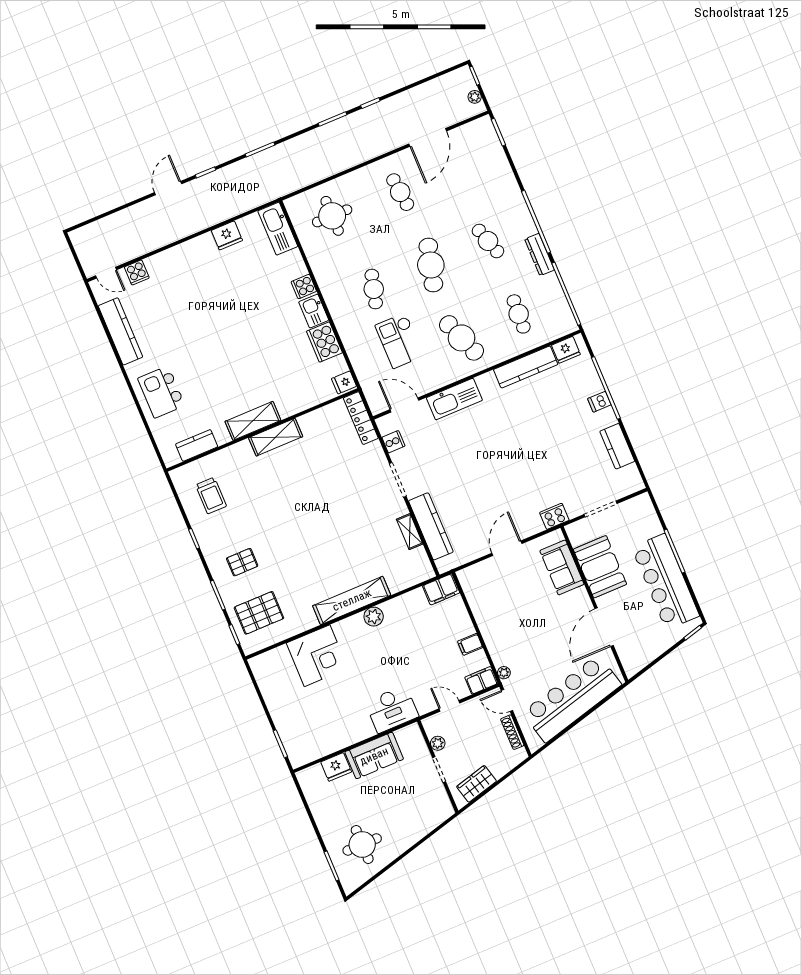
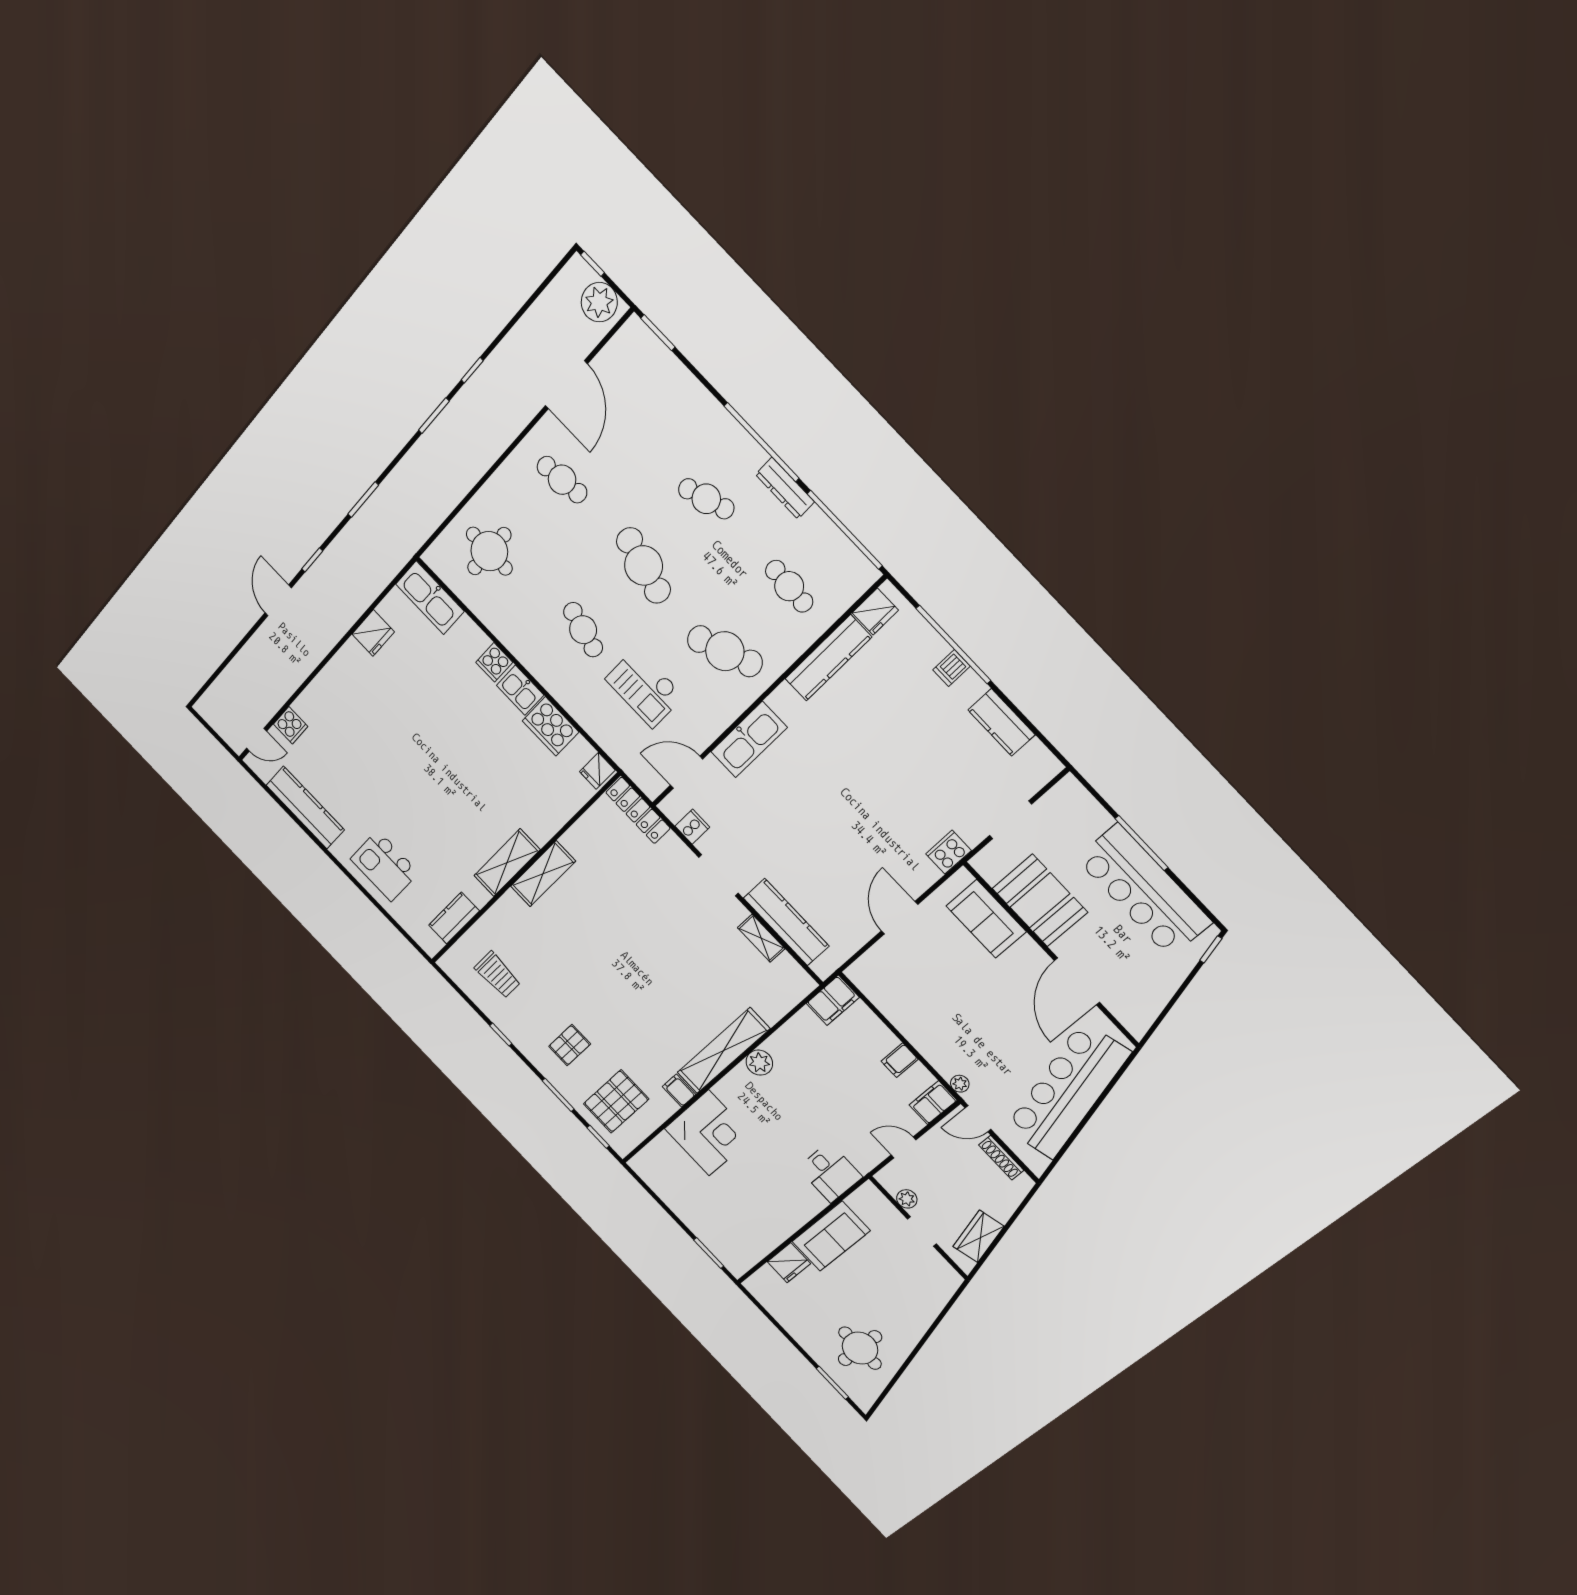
plant: (475, 97) -> (599, 302), width x1.88, depth x1.88
filing cabinet: (308, 619) -> (679, 1090), added
desk: (392, 709) -> (830, 1172), width x0.73

